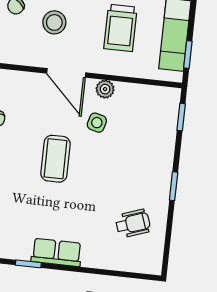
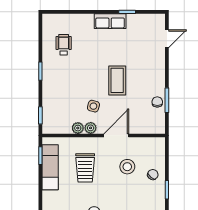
trolley: (120, 28) -> (85, 168), turned 180
door: (66, 73) -> (116, 135), hinge flipped
plant: (125, 91) -> (78, 128), added
wheelchair: (133, 223) -> (64, 45), turned 109

